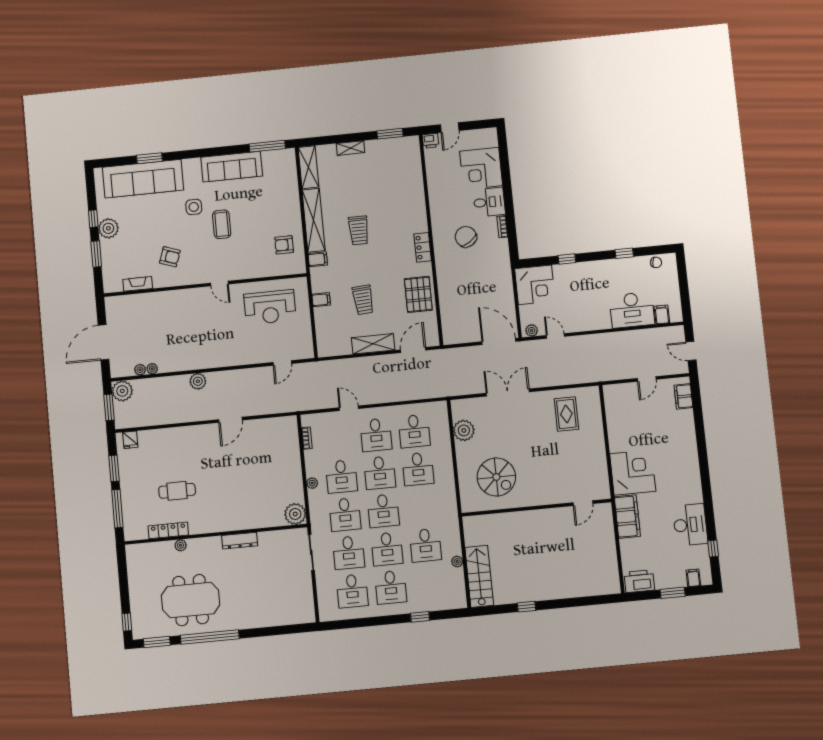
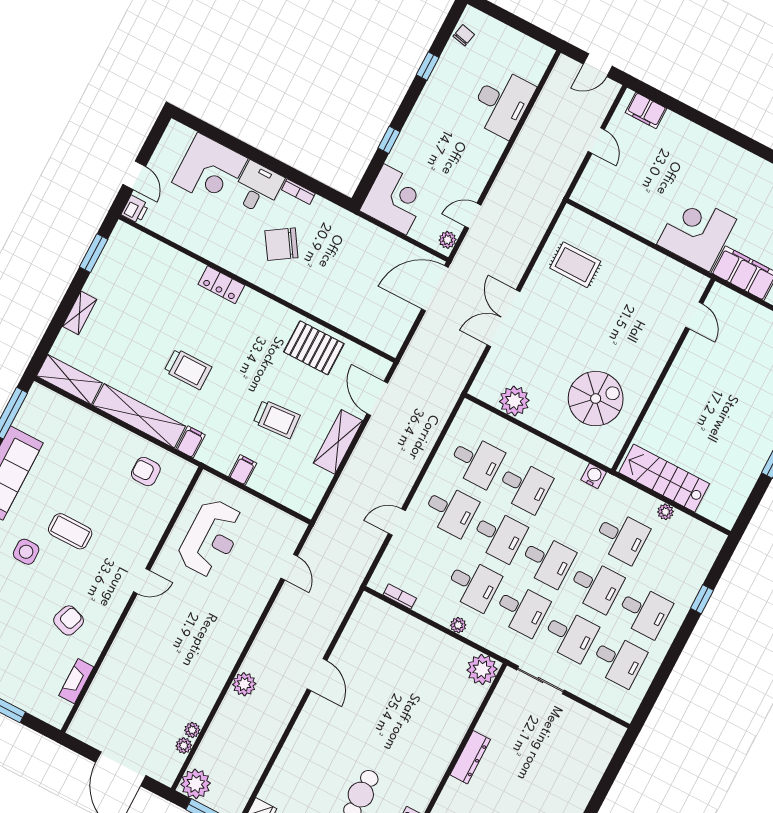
armchair: (284, 245) -> (146, 472), turned 90
locker: (423, 247) -> (221, 285), moved
filing cabinet: (662, 315) -> (531, 71), removed
water cooler: (451, 505) -> (594, 476), added
stairs: (479, 576) -> (664, 478), moved

